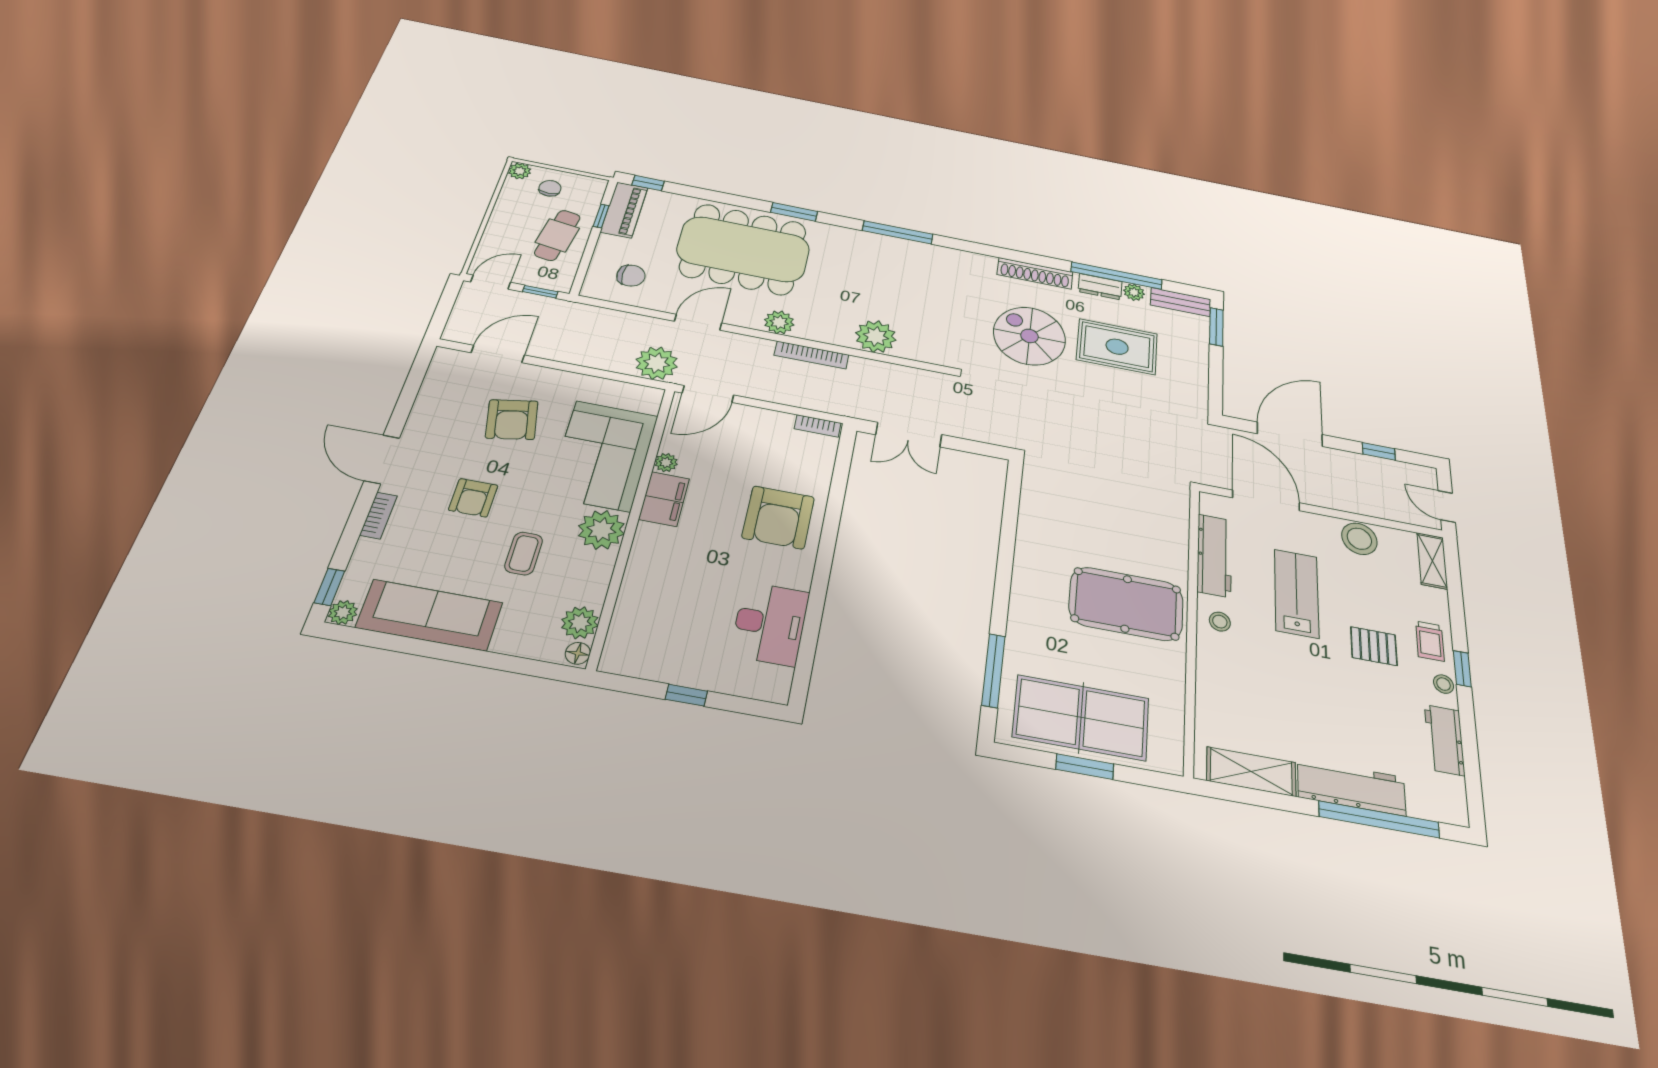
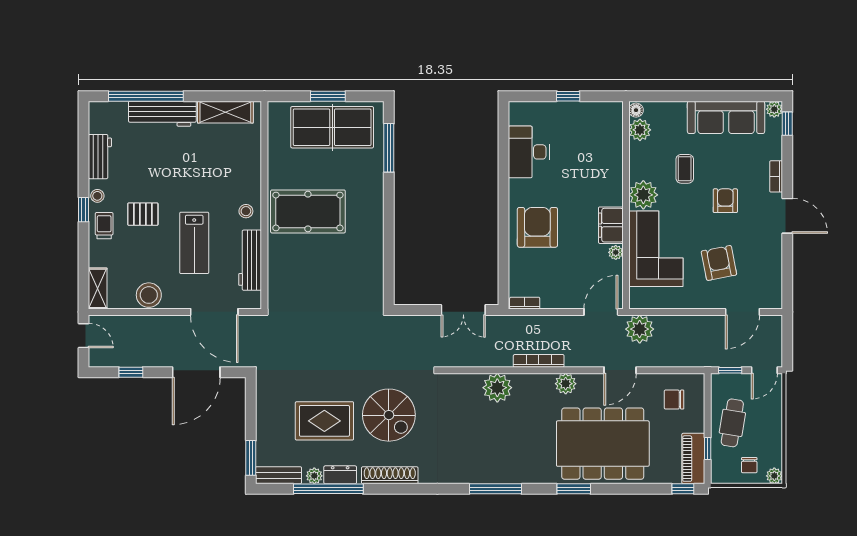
double door: (909, 435) -> (463, 310), swing flipped

